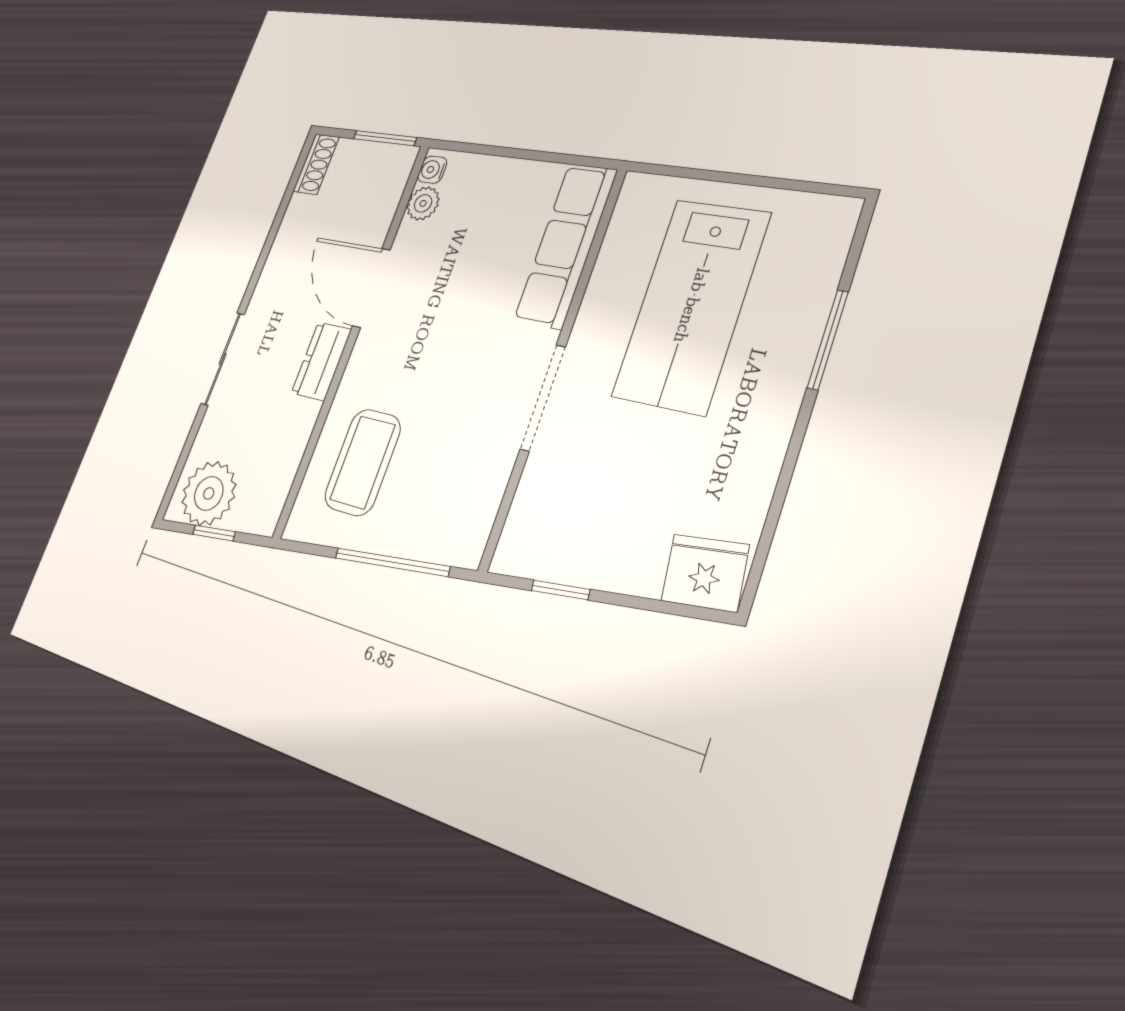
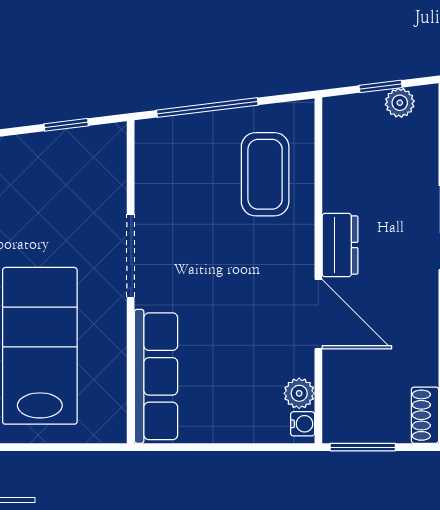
plant: (209, 493) -> (400, 103), width x0.53, depth x0.53

